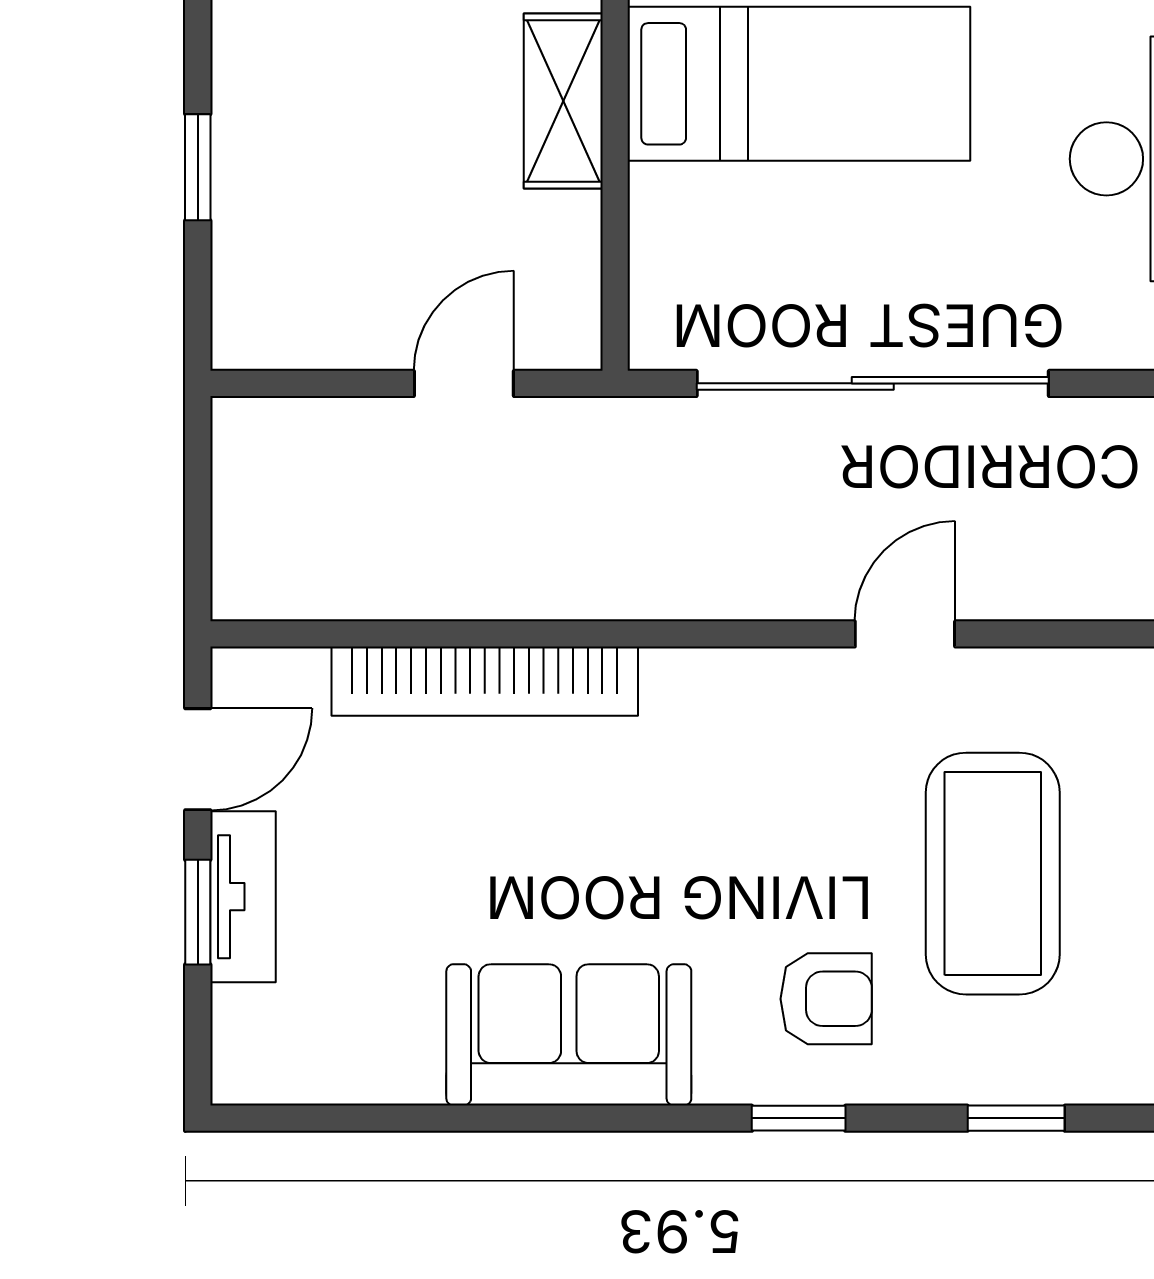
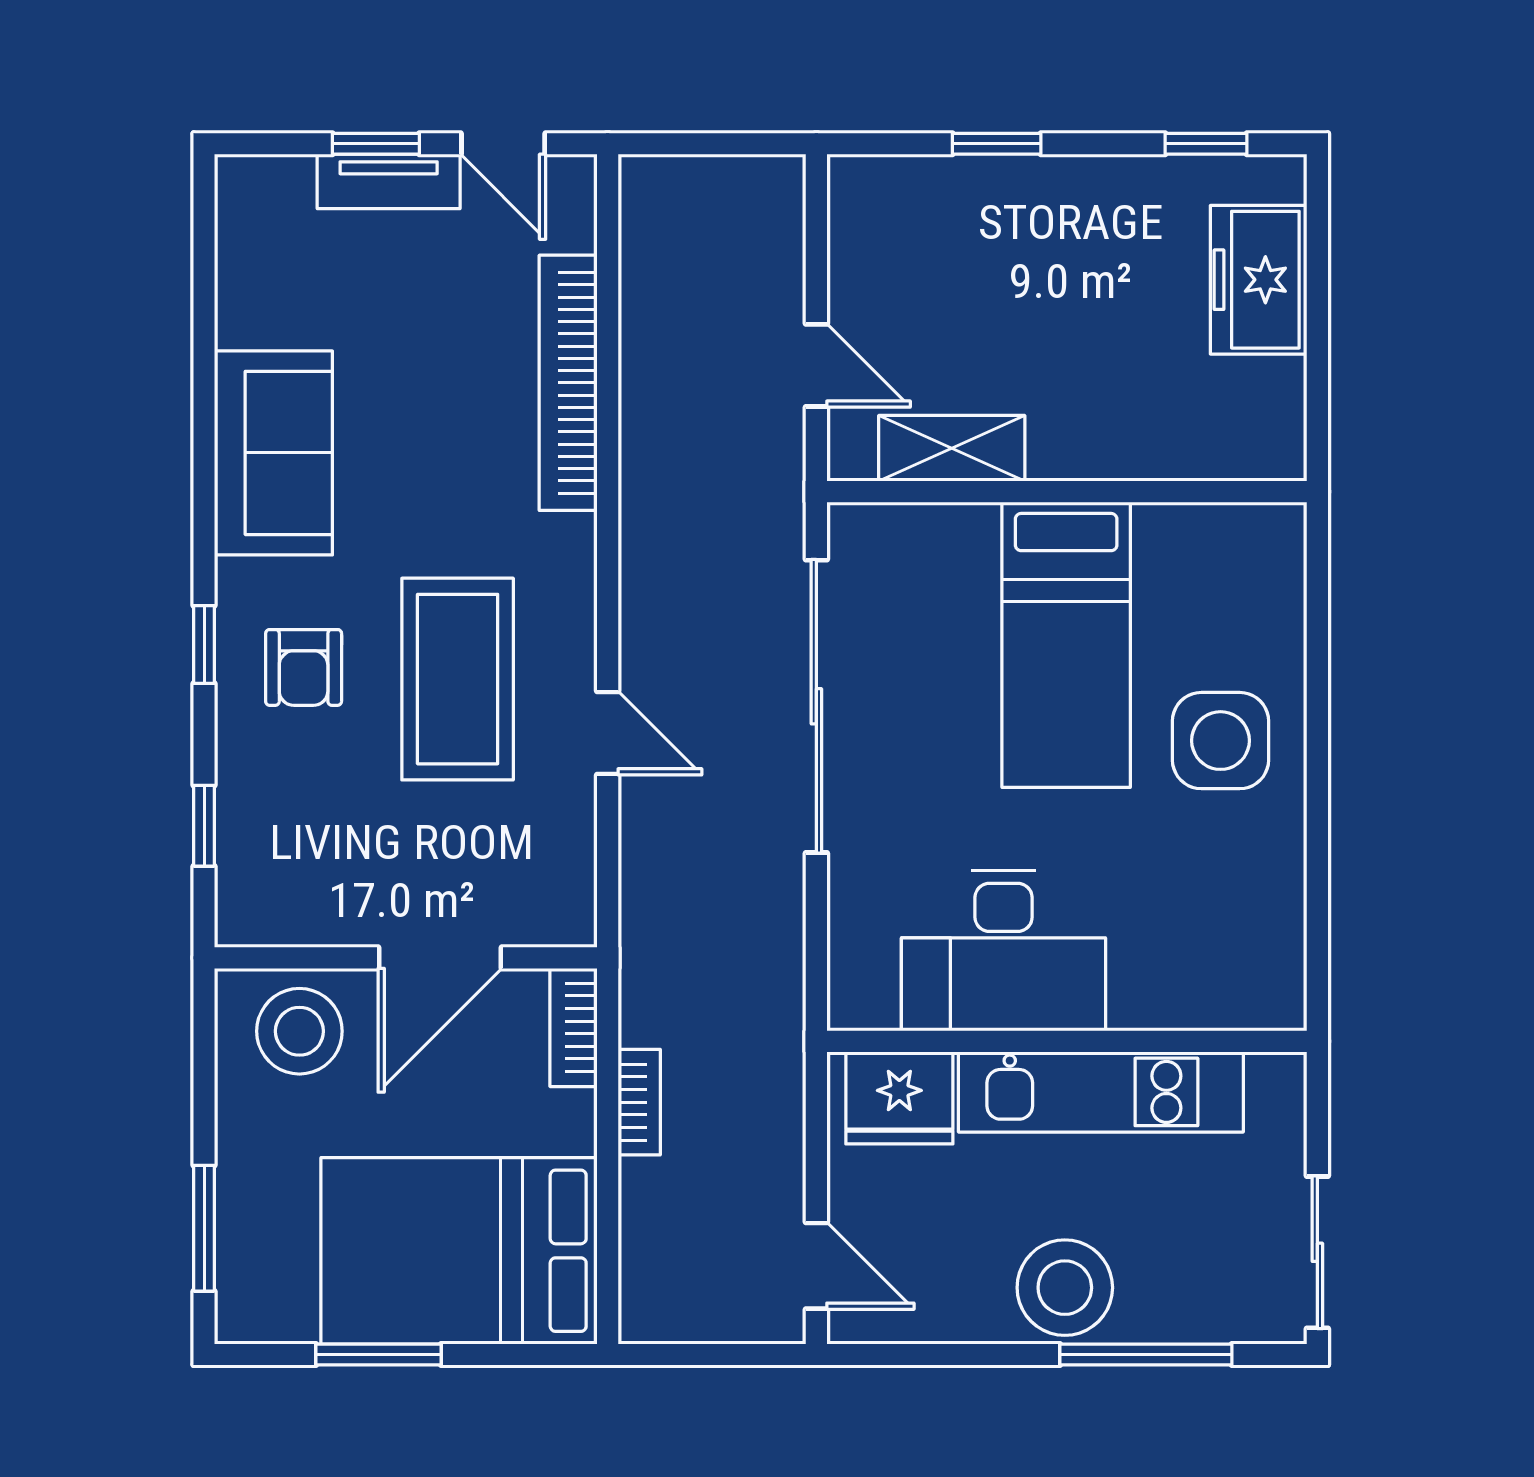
shelving: (563, 101) -> (952, 448), moved
coffee table: (993, 874) -> (458, 679), moved, turned 90

